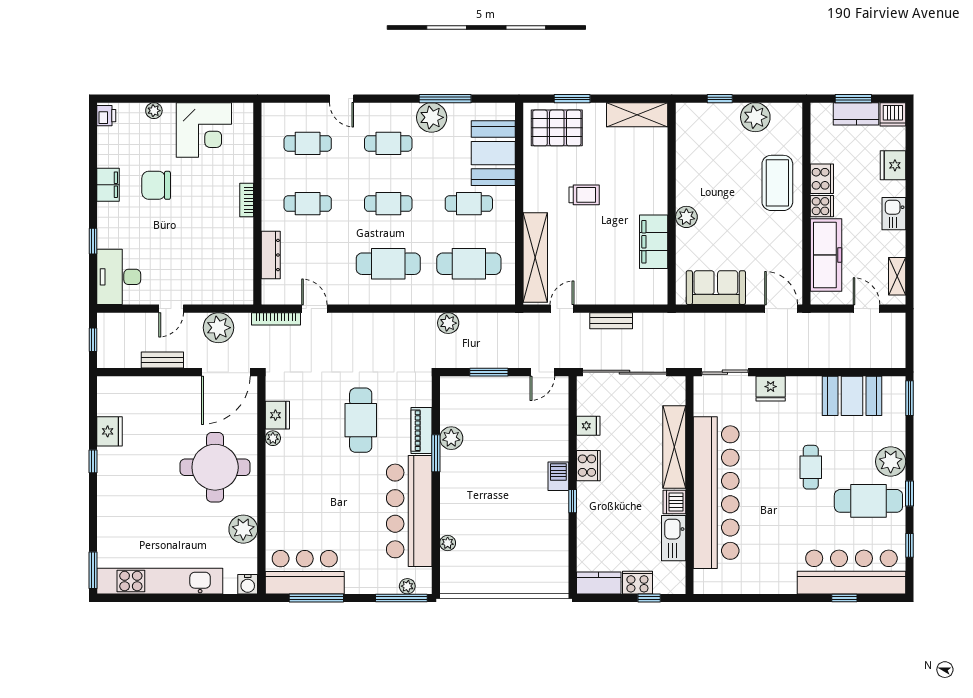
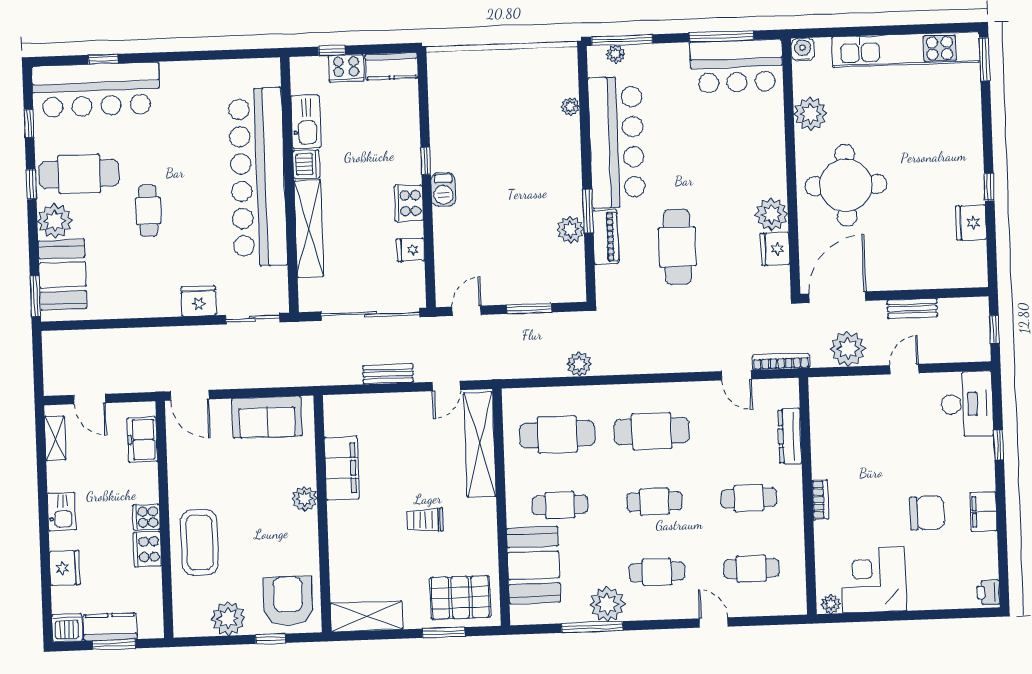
plant: (154, 111) -> (831, 604), moved
armchair: (704, 130) -> (288, 601), added
freezer: (826, 255) -> (142, 440), width x0.52, depth x0.79
booth: (852, 396) -> (63, 275), moved, turned 90
plant: (273, 438) -> (772, 214), width x1.87, depth x1.87

